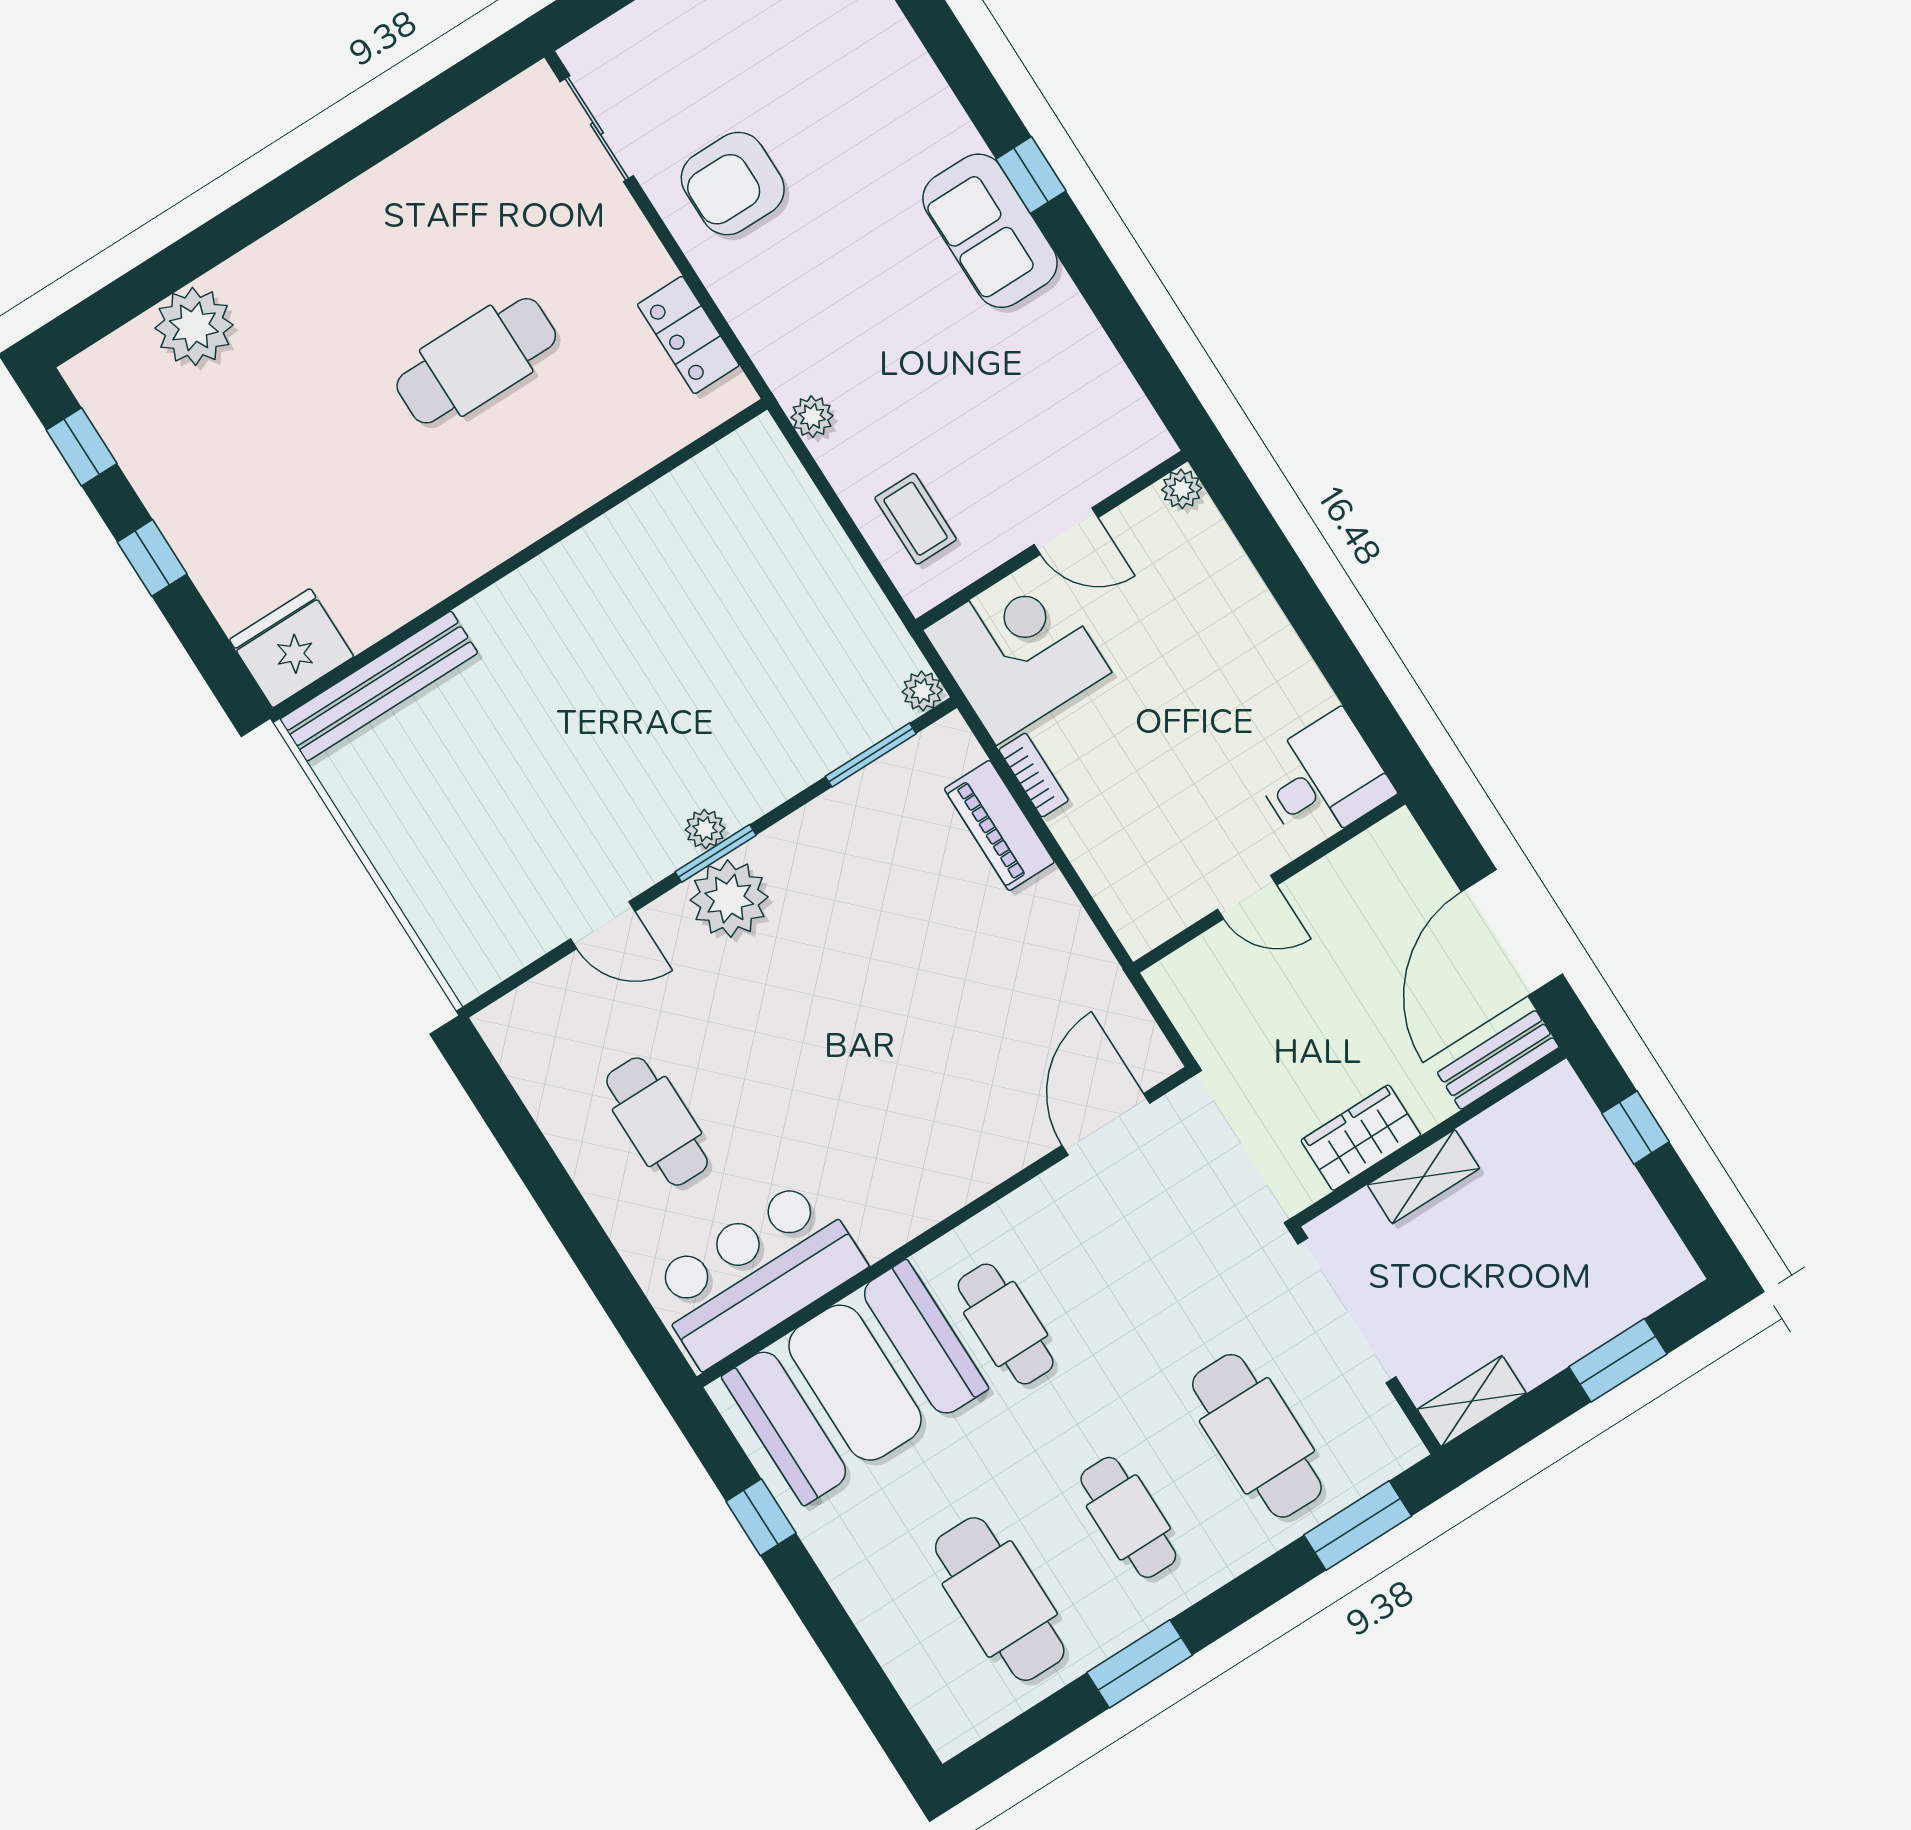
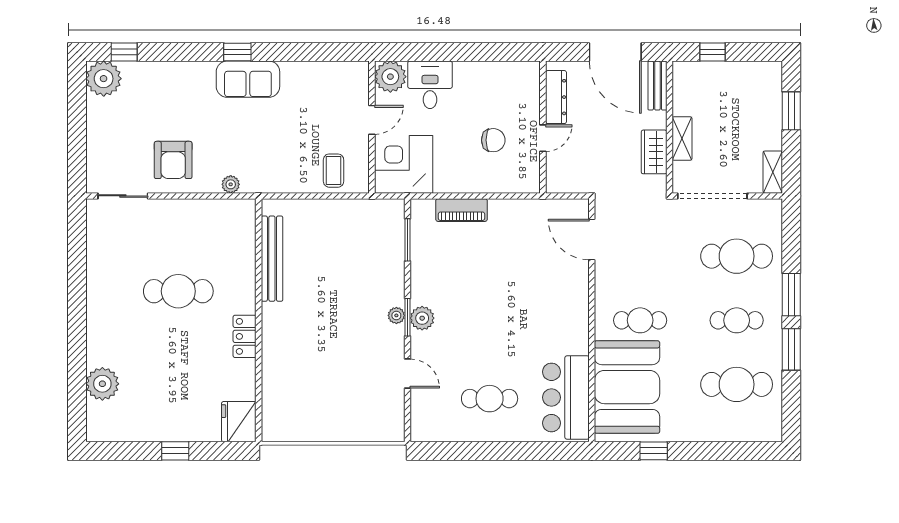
locker: (688, 335) -> (245, 336), moved, turned 90
cafe table: (476, 361) -> (178, 291), turned 90
plant: (812, 417) -> (231, 184), moved
window: (82, 447) -> (120, 451), removed
plant: (1182, 489) -> (390, 77), width x1.88, depth x1.88
coffee table: (916, 519) -> (334, 171), turned 90
bench: (379, 686) -> (272, 259), moved
plant: (922, 691) -> (396, 207), removed
bookcase: (1034, 775) -> (451, 186), removed
desk: (1322, 780) -> (430, 85), moved
chair: (1180, 800) -> (493, 140), added
dresser: (1346, 871) -> (556, 97), added
plant: (729, 899) -> (422, 318), width x0.73, depth x0.73
door: (603, 925) -> (407, 374), hinge flipped
window: (1358, 1525) -> (791, 295), moved

